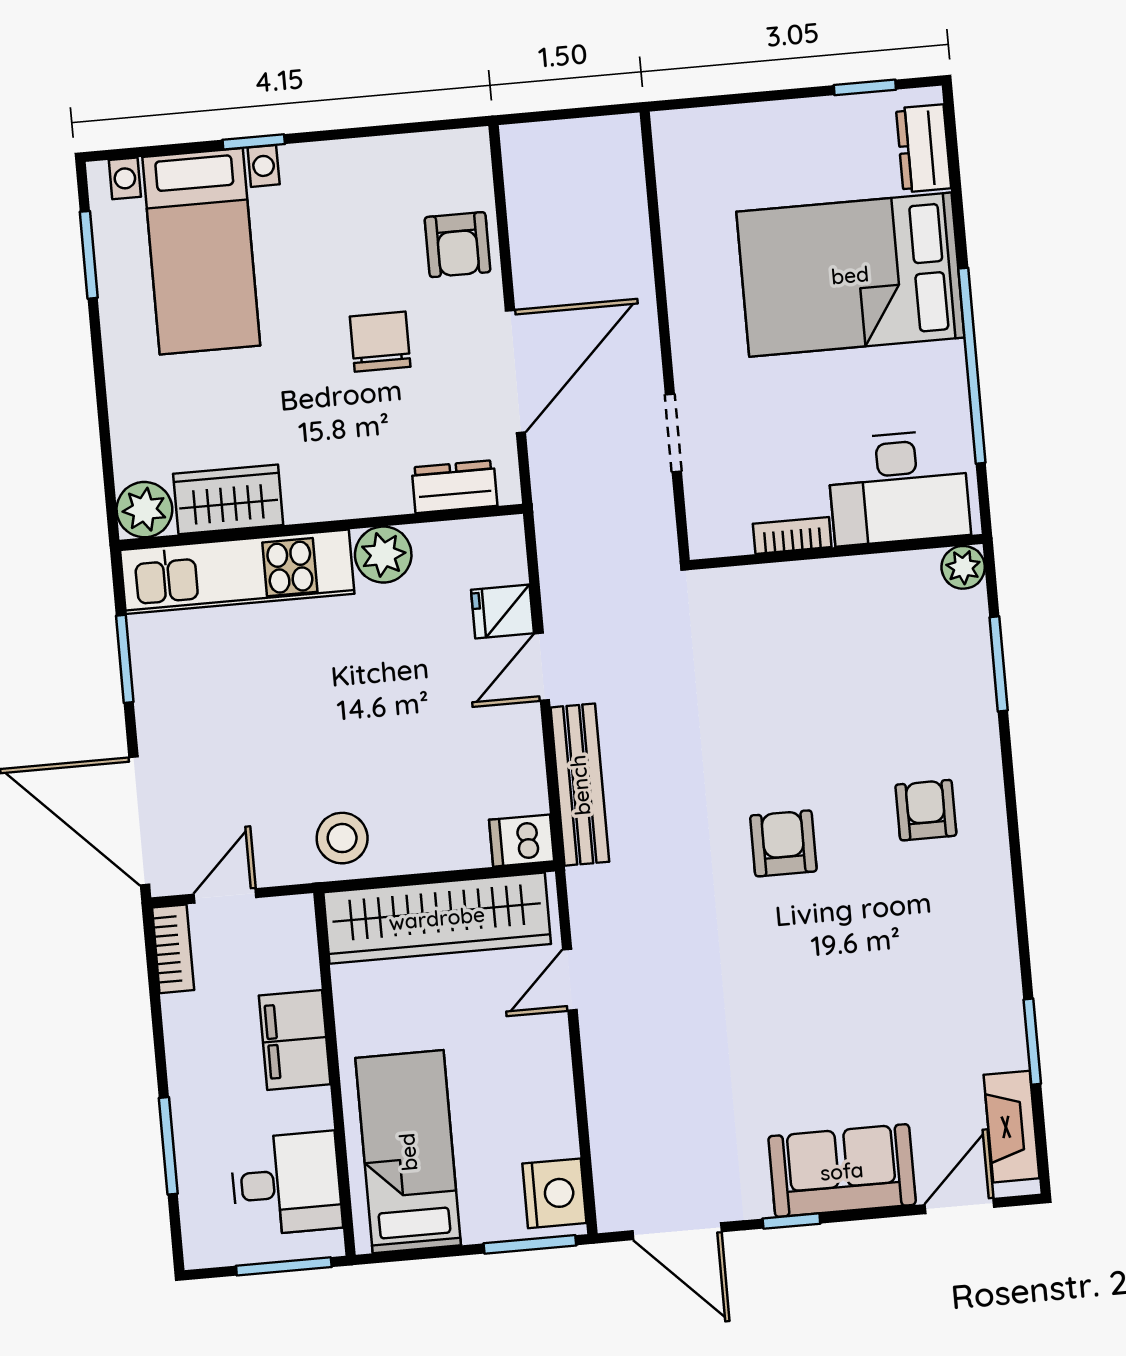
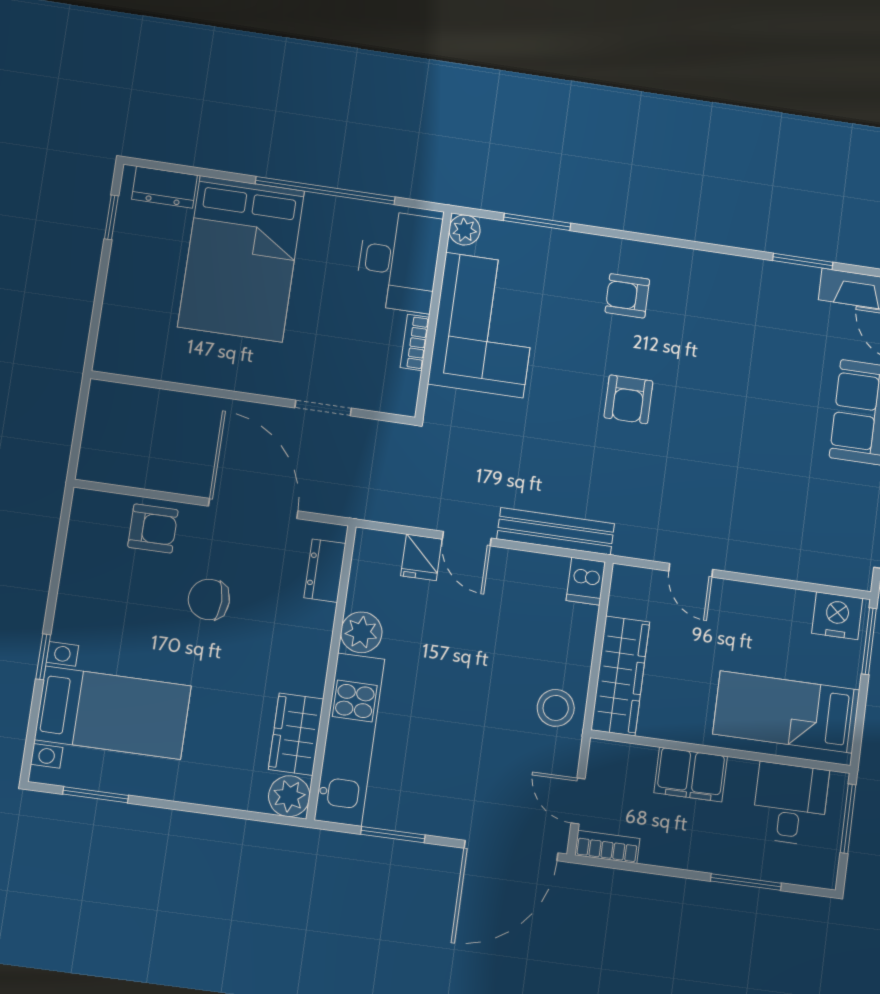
corner sofa: (839, 624) -> (484, 325), added
armchair: (783, 843) -> (628, 399), turned -90
wardrobe: (437, 918) -> (620, 676), width x0.71, depth x0.85

